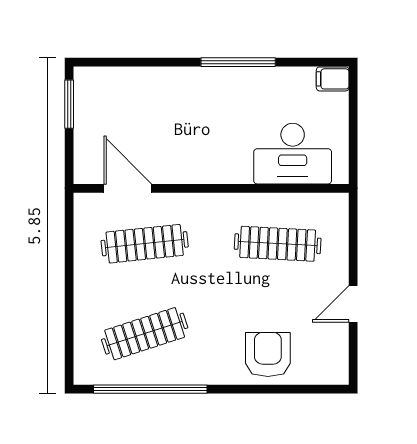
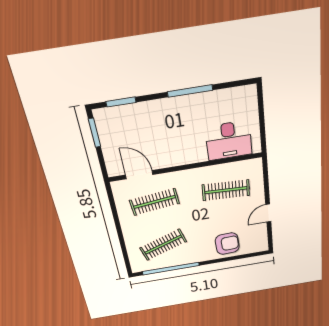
window: (123, 62) -> (121, 102), added
filing cabinet: (333, 79) -> (248, 93), removed
armchair: (268, 354) -> (227, 244), turned 88

